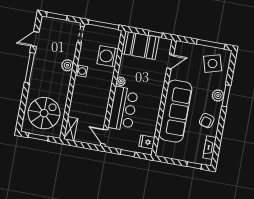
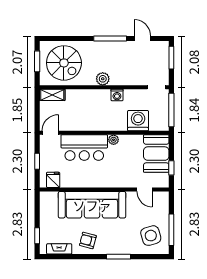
plant: (67, 65) -> (103, 79), moved
plant: (218, 96) -> (117, 248), removed

